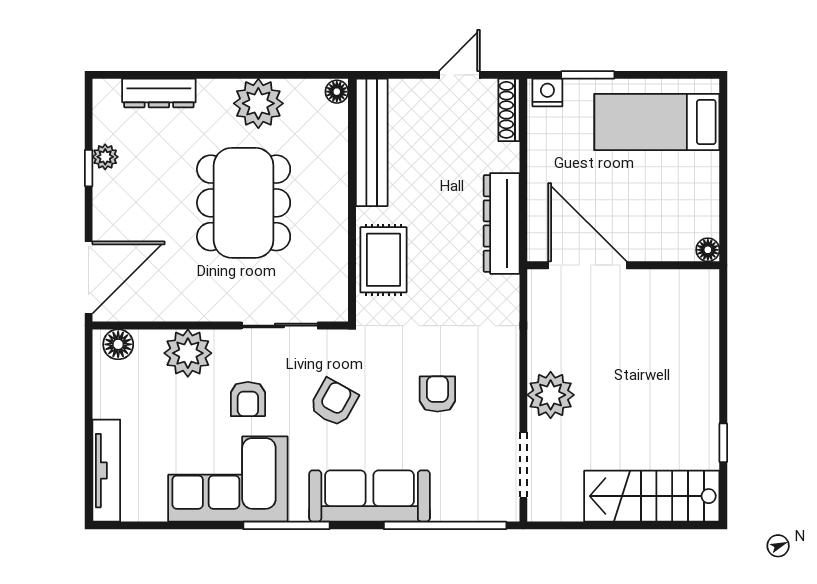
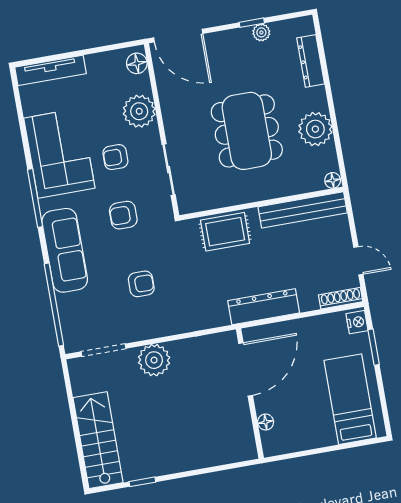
dining table: (244, 203) -> (247, 131), turned 90
floor lamp: (708, 250) -> (266, 422), moved
armchair: (334, 402) -> (123, 215), turned 151

